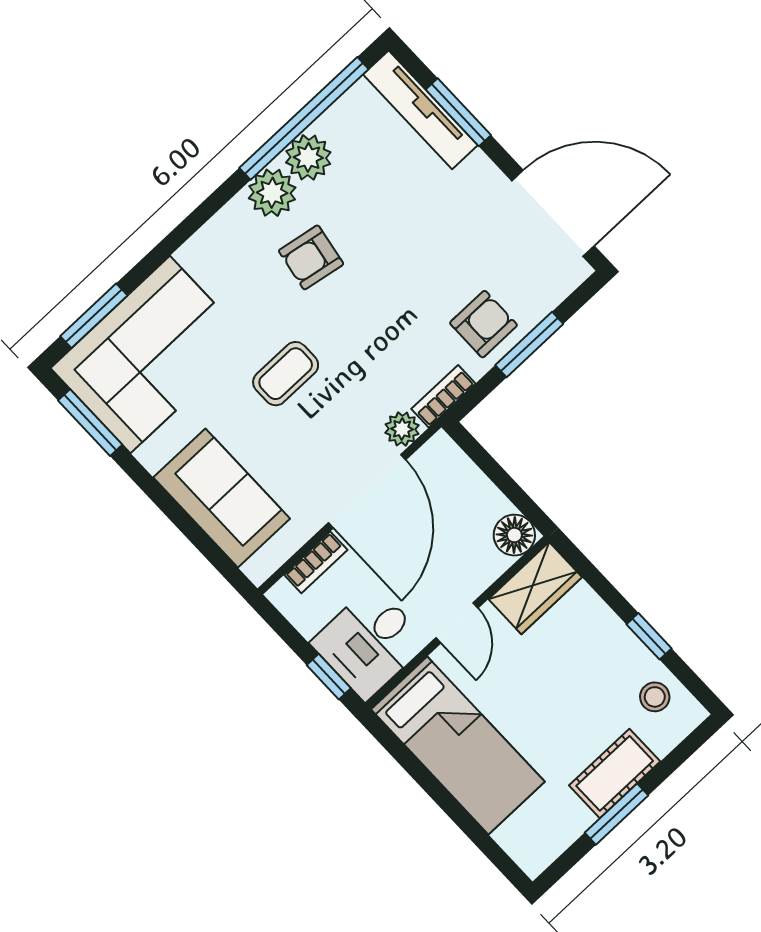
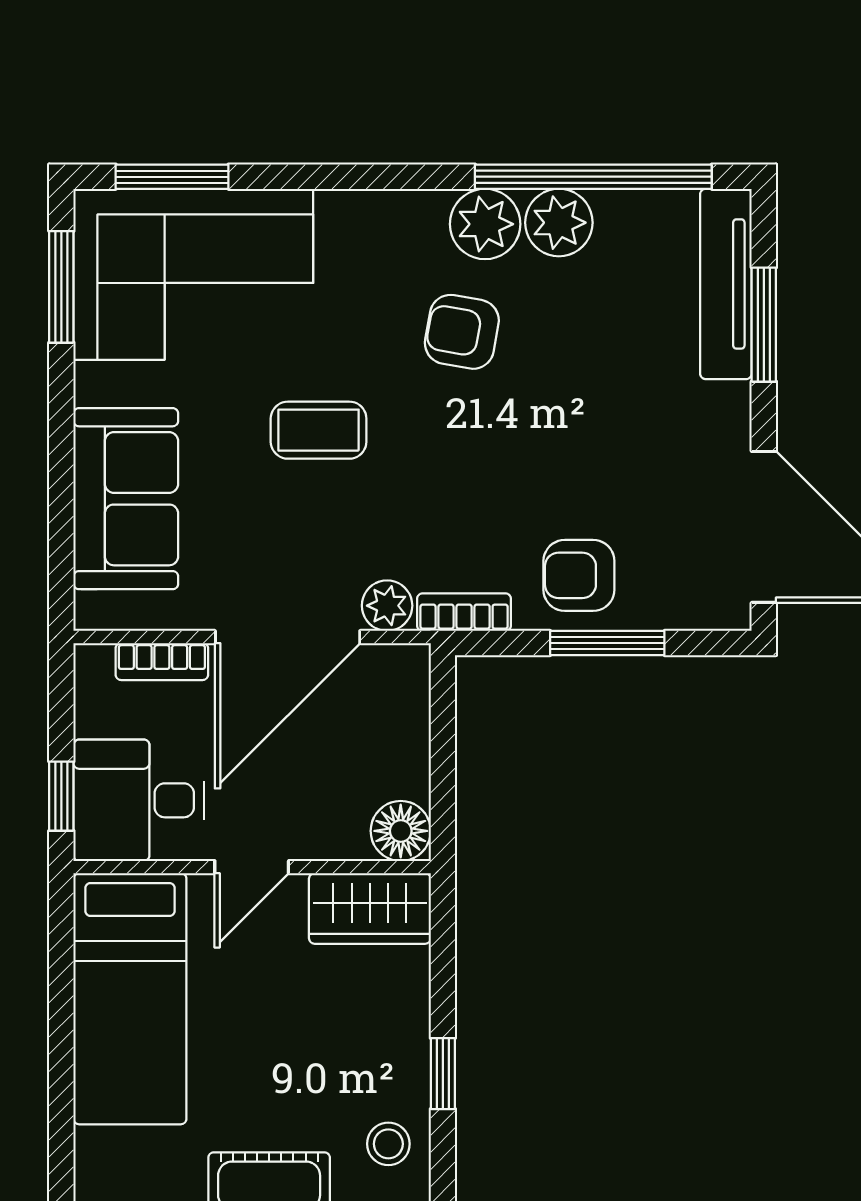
armchair: (484, 324) -> (579, 575), turned 180

